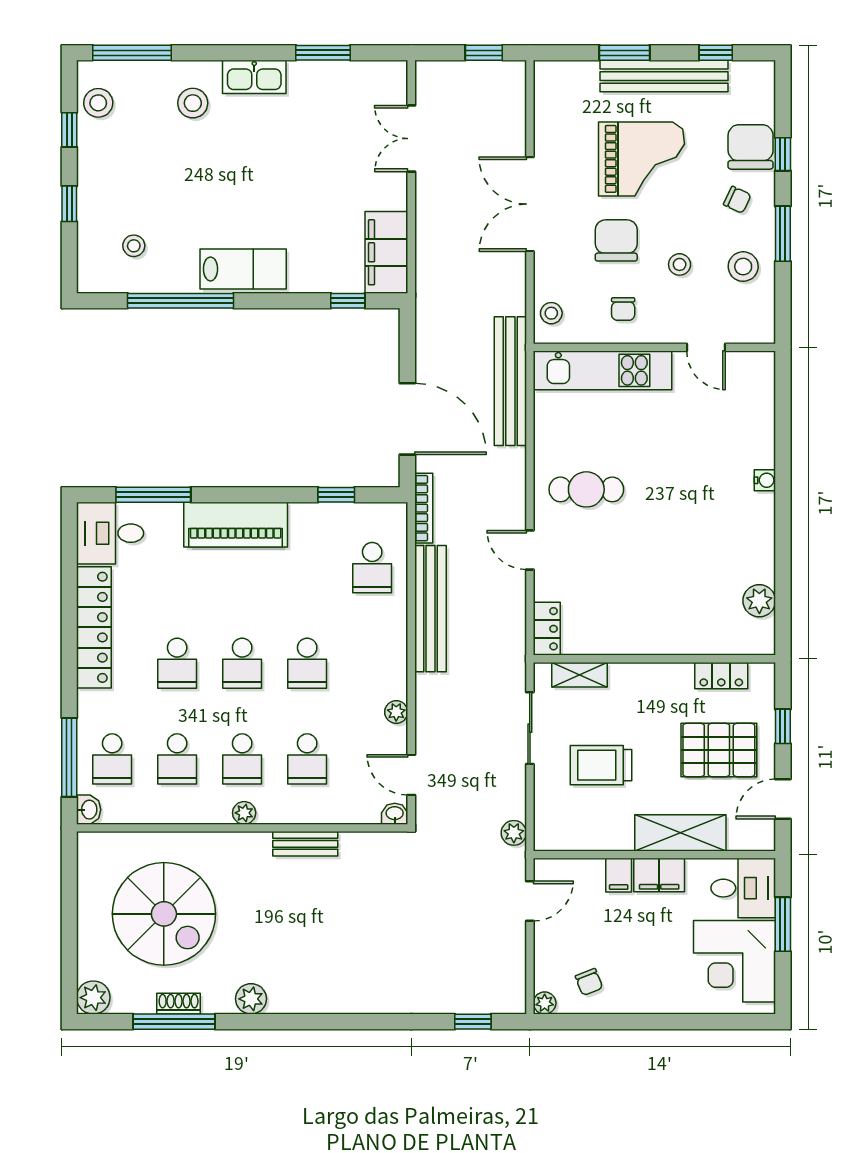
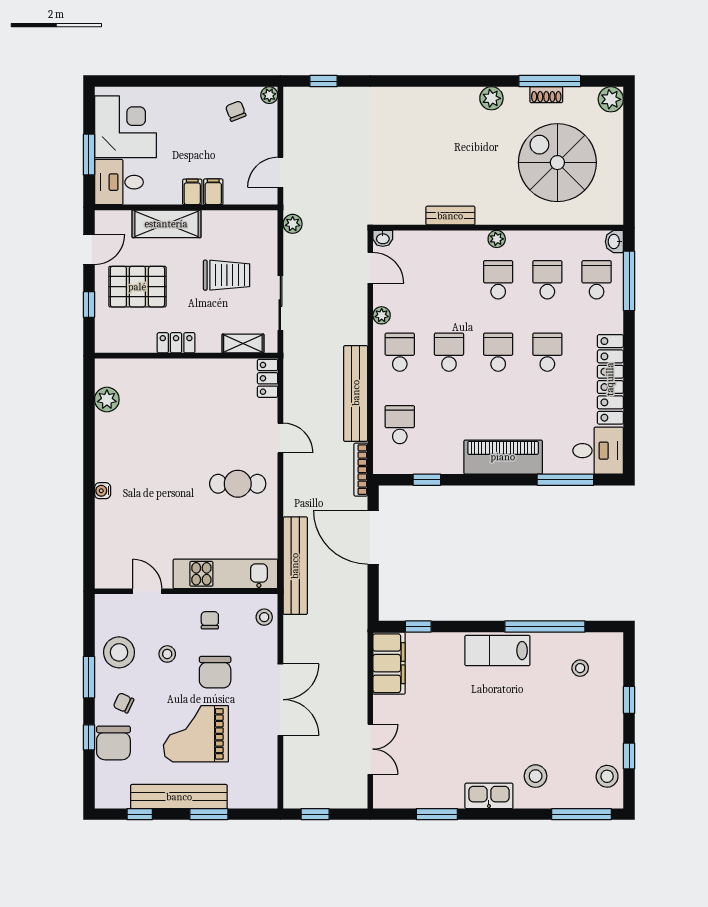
stool: (743, 267) -> (119, 652), width x1.38, depth x1.38
locker: (721, 676) -> (176, 343), moved
school desk: (307, 759) -> (400, 352), moved
filing cabinet: (659, 875) -> (192, 192), width x0.50

